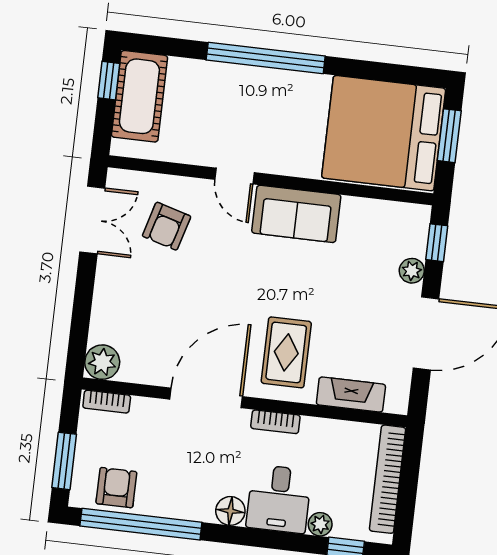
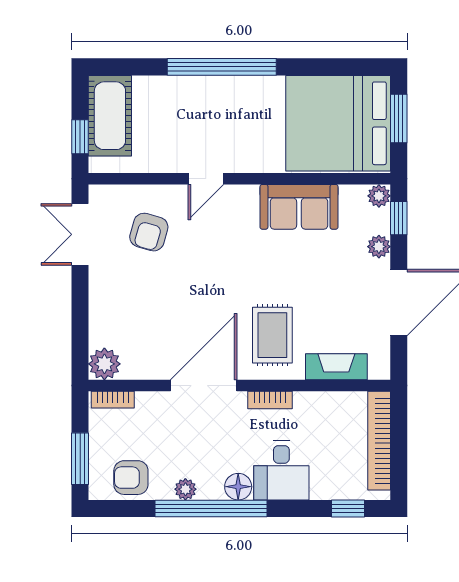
window: (109, 81) -> (80, 137), moved
door: (235, 176) -> (206, 179), hinge flipped
sofa: (296, 214) -> (299, 207), moved
plant: (418, 216) -> (379, 196), added
double door: (92, 220) -> (80, 234), swing flipped
armchair: (116, 488) -> (131, 478), turned -90
window: (141, 524) -> (211, 509), moved
plant: (320, 524) -> (185, 489), moved

